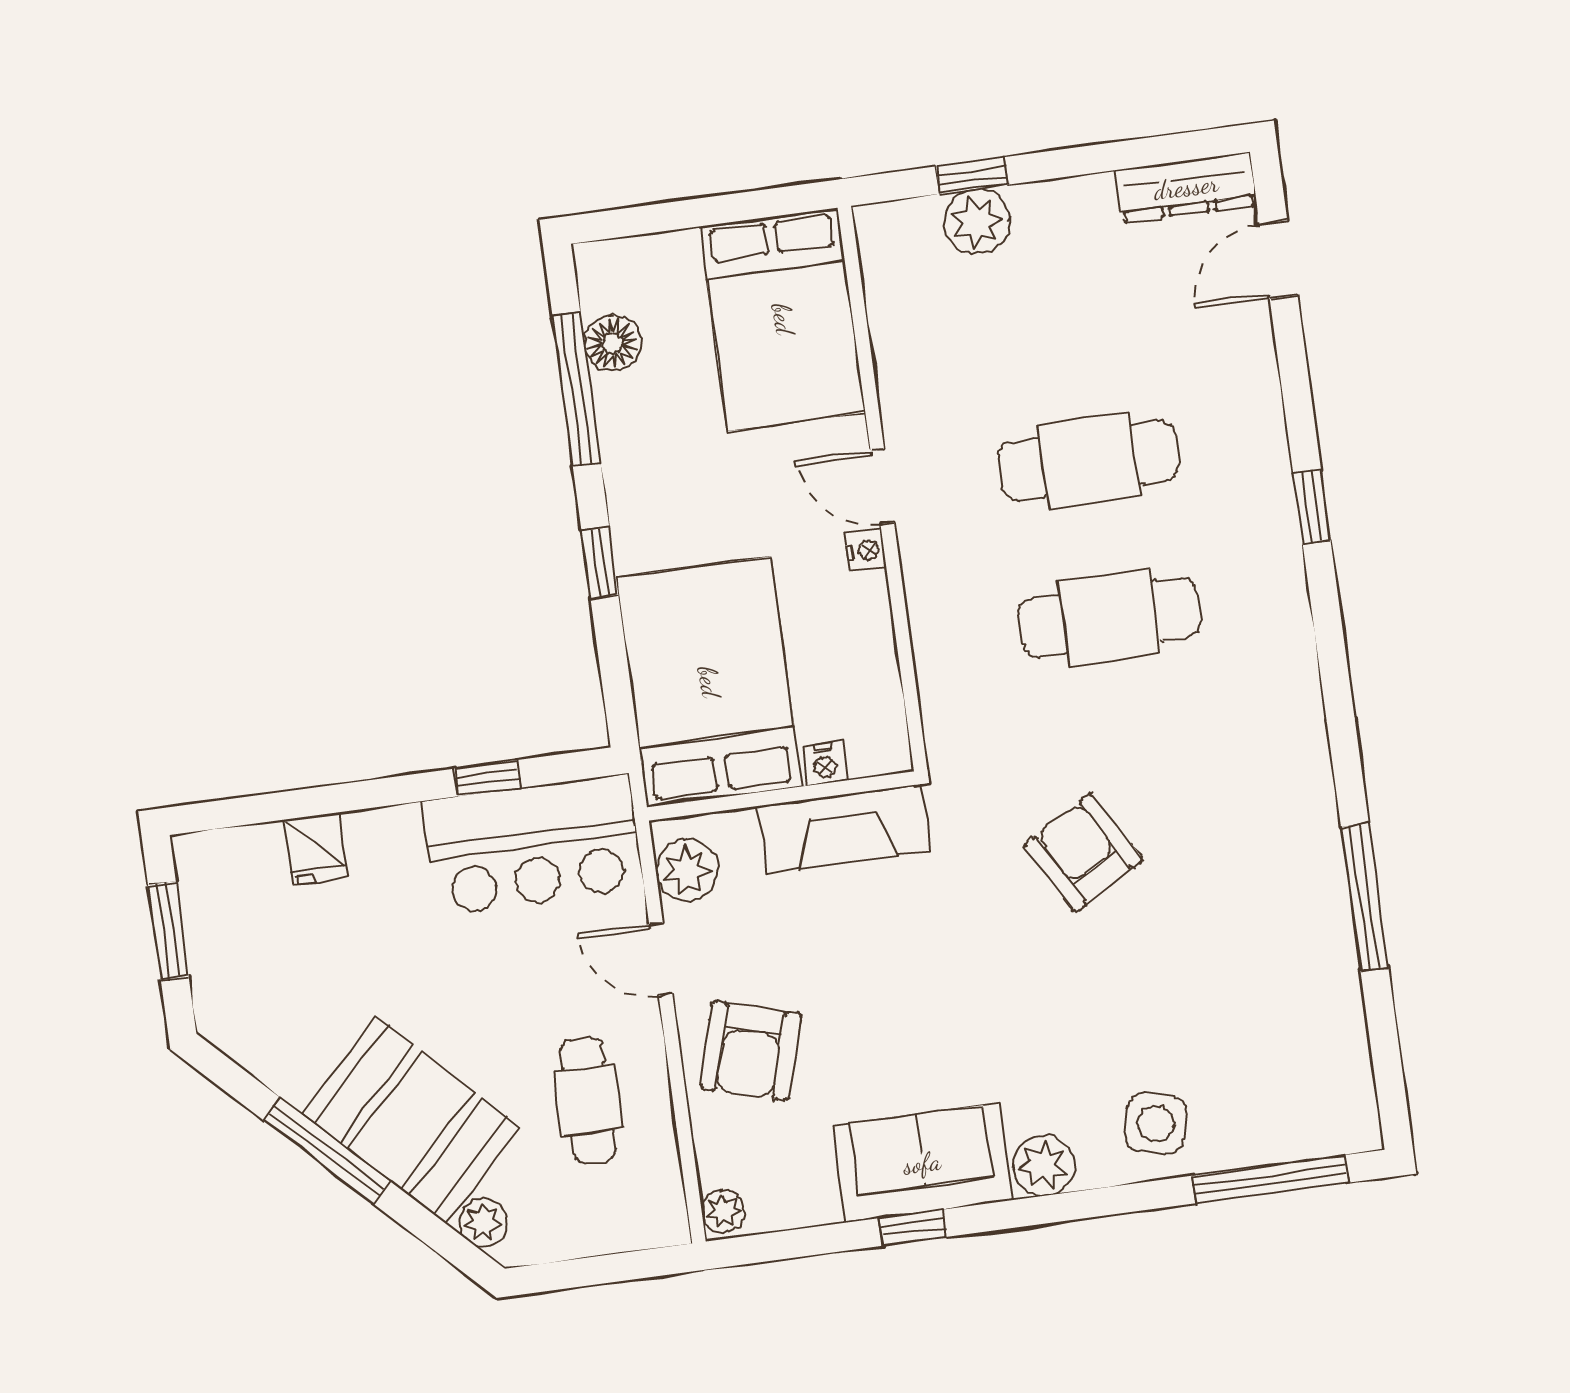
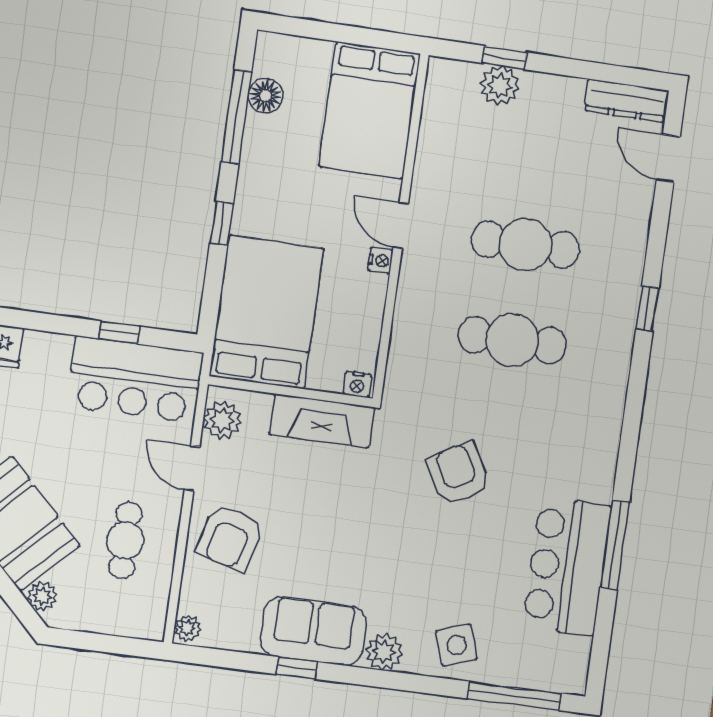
door: (1278, 260) -> (668, 158), hinge flipped
nightstand: (825, 764) -> (357, 384), moved
bar counter: (1297, 952) -> (567, 566), added
side table: (1156, 1124) -> (456, 645), turned -32

